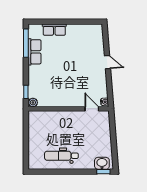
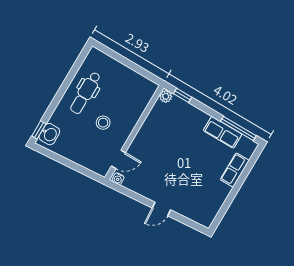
stool: (74, 133) -> (103, 123), added
dental chair: (61, 156) -> (85, 93), turned 180

